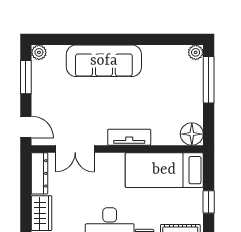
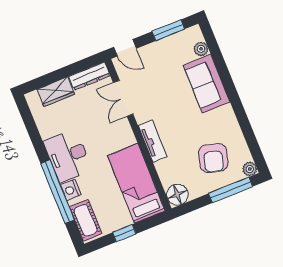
plant: (39, 52) -> (201, 49), moved
sofa: (104, 61) -> (207, 84), width x0.73
armchair: (170, 84) -> (213, 158), added
door: (26, 127) -> (125, 48), hinge flipped

